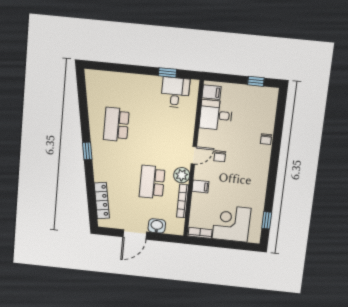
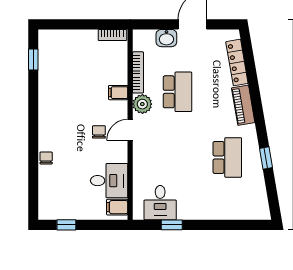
window: (87, 151) -> (266, 158), moved
piano: (100, 166) -> (243, 105), added
corner desk: (231, 223) -> (75, 51), removed

